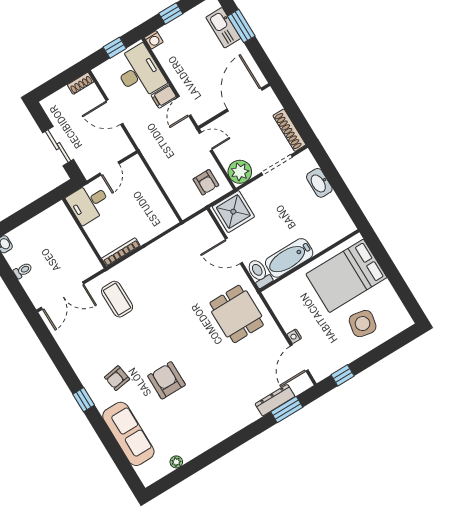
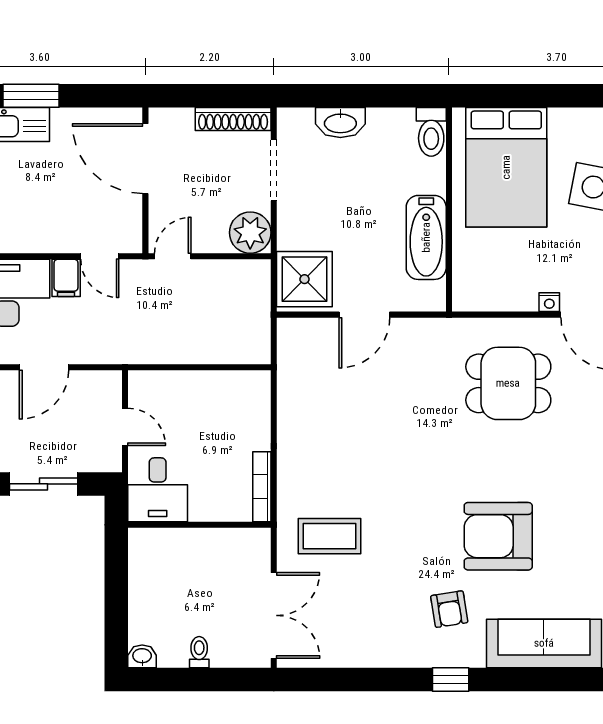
armchair: (206, 182) -> (235, 294), removed
toilet: (259, 273) -> (431, 132), moved, turned -90
dining table: (237, 314) -> (508, 383), moved
armchair: (167, 380) -> (498, 536), width x1.36, depth x1.36

